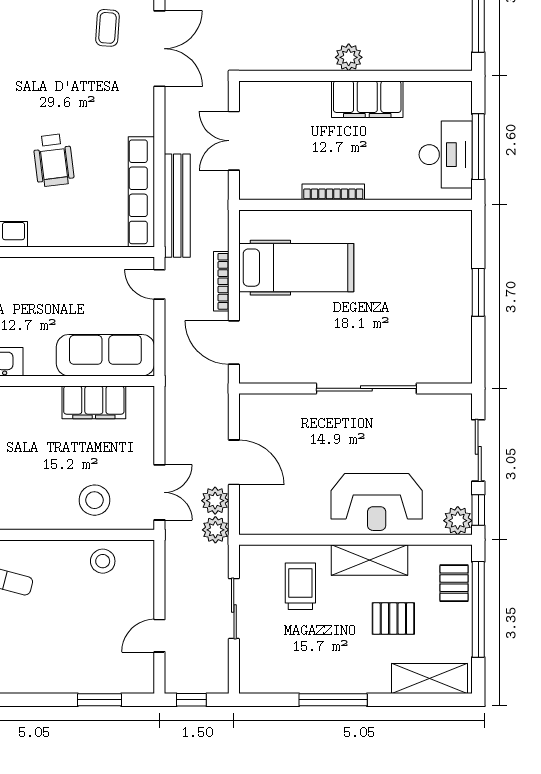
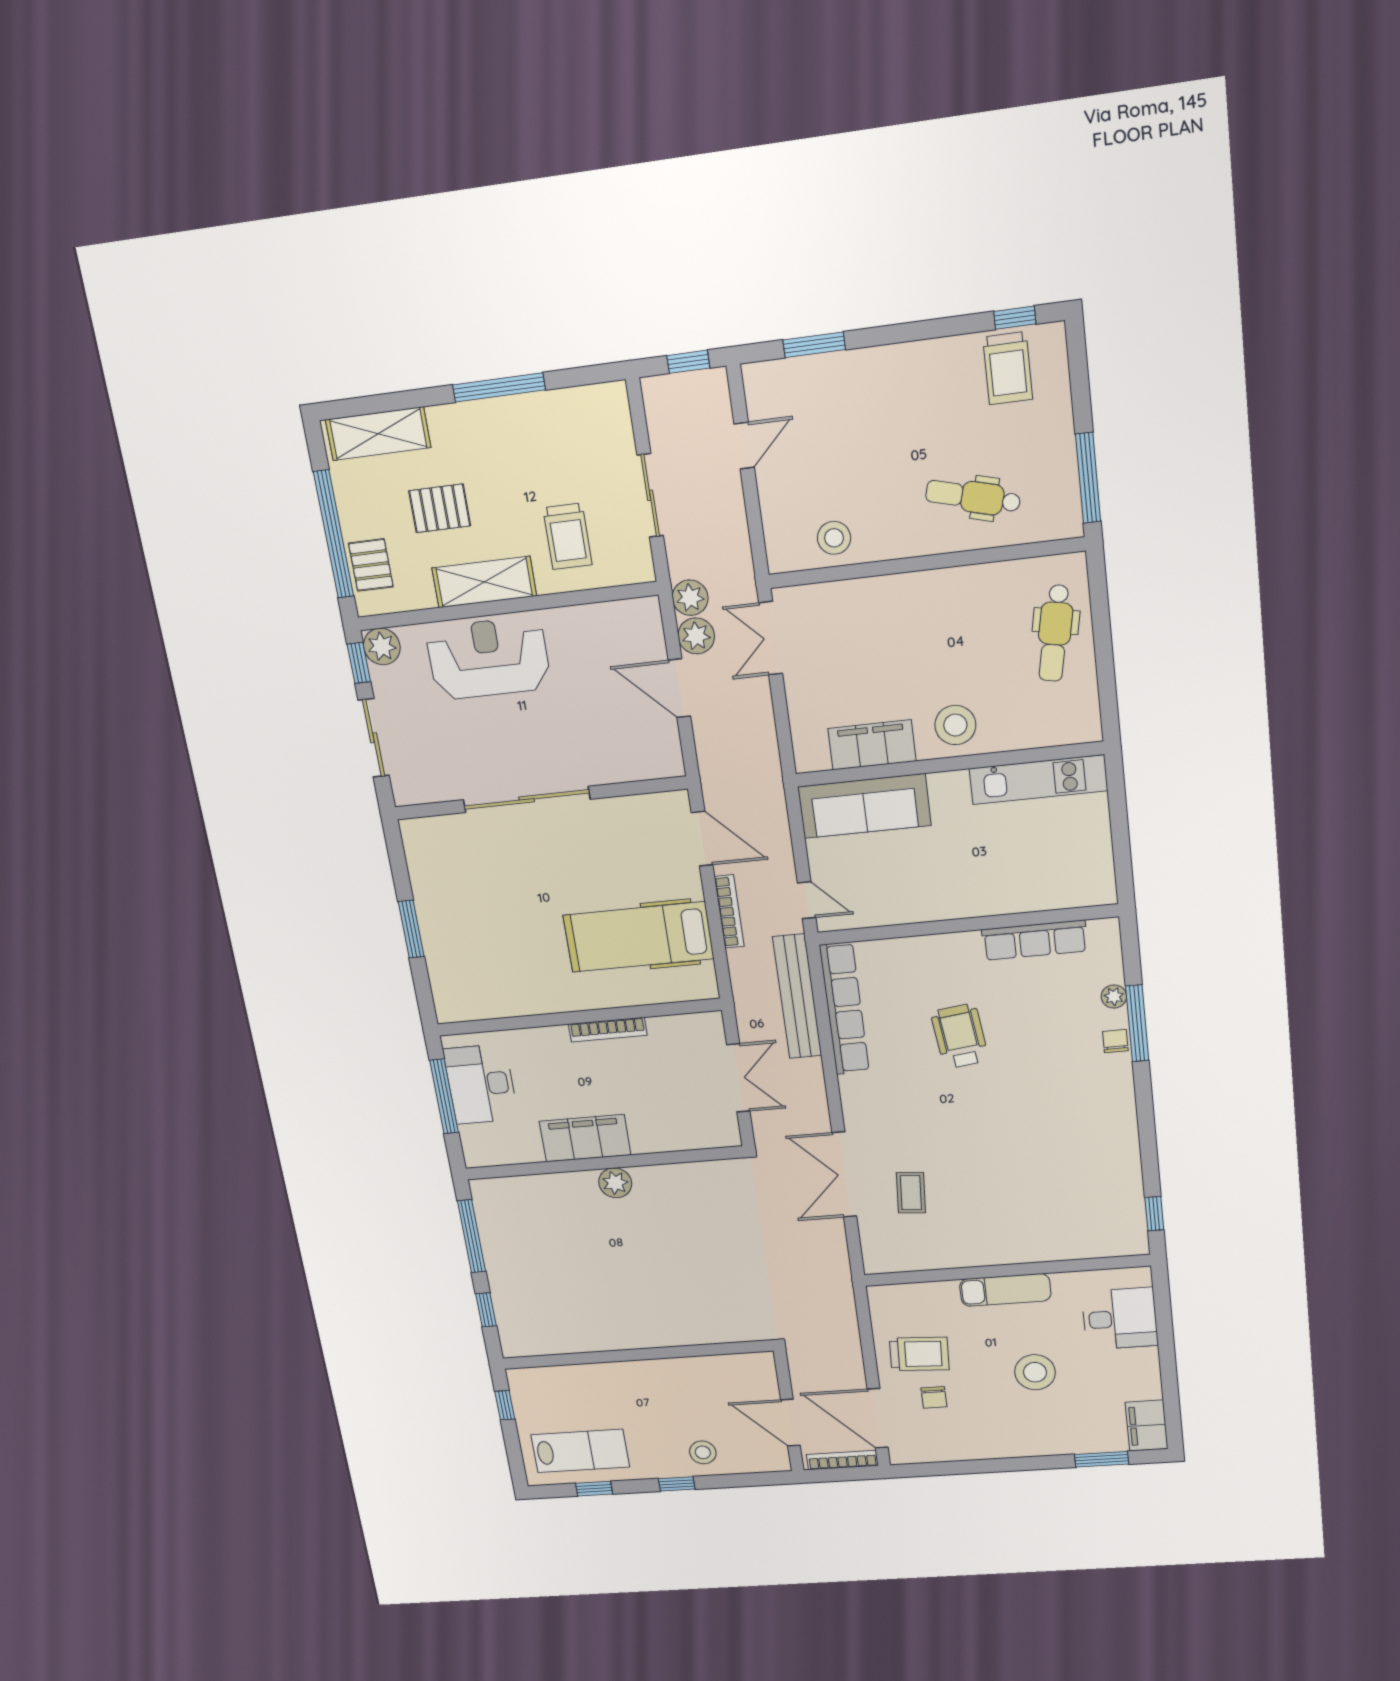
stool: (95, 500) -> (955, 725), moved

